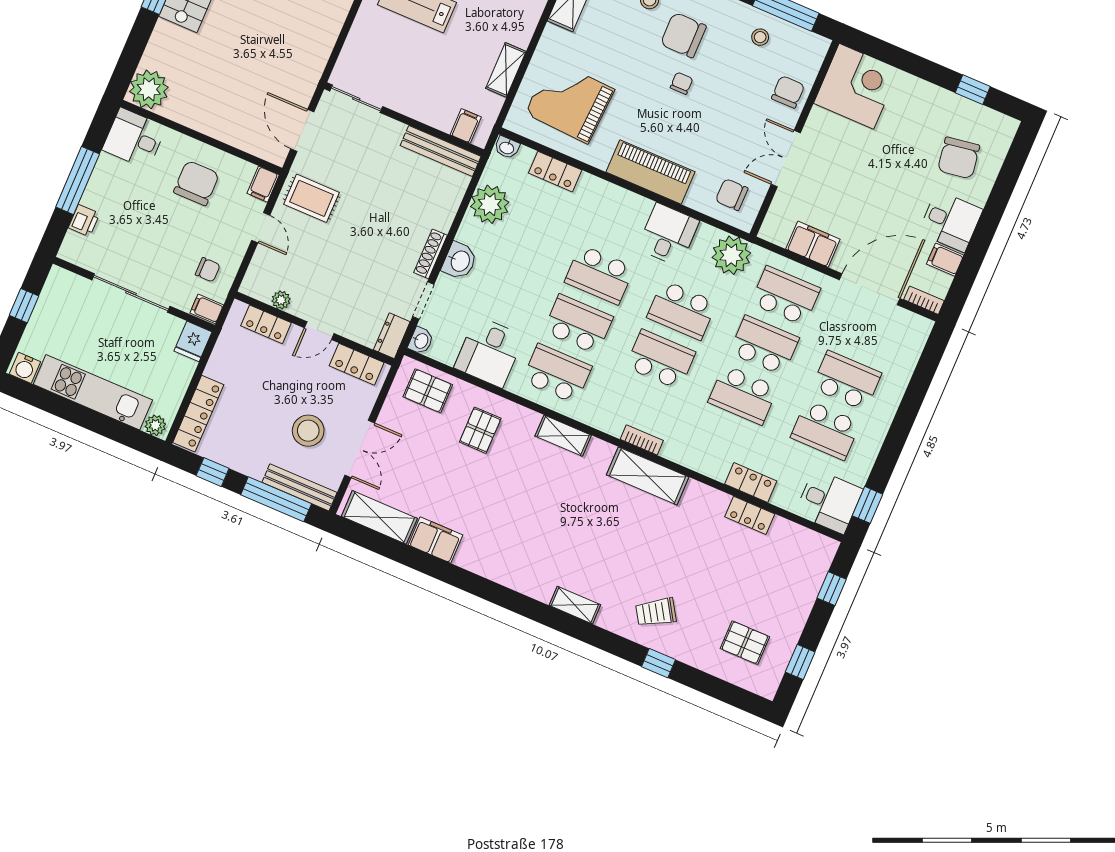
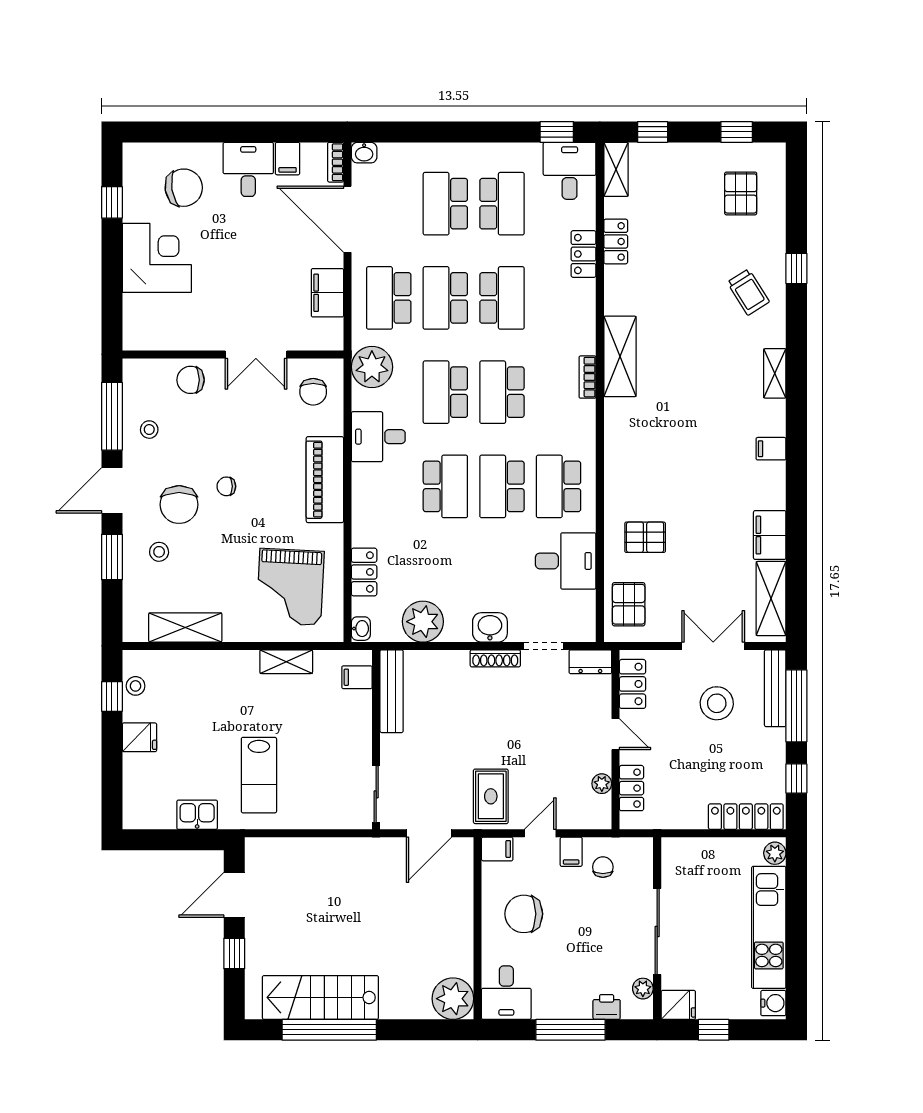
corner desk: (856, 86) -> (157, 258), moved, turned 90
plant: (87, 259) -> (643, 989), added
filing cabinet: (207, 309) -> (571, 852), moved
school desk: (682, 310) -> (445, 392), turned 180
fridge: (193, 341) -> (678, 1005), moved
washbasin: (421, 341) -> (364, 153), moved, turned 180
shelving: (563, 436) -> (616, 169), moved
filing cabinet: (510, 573) -> (771, 449), added

